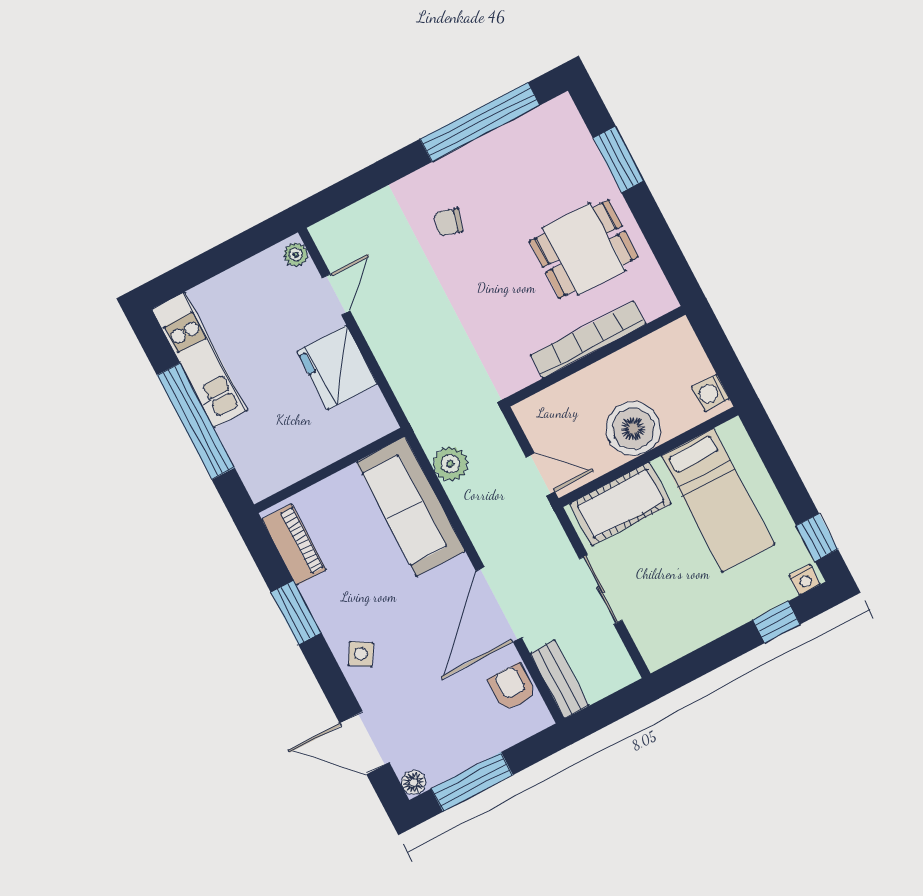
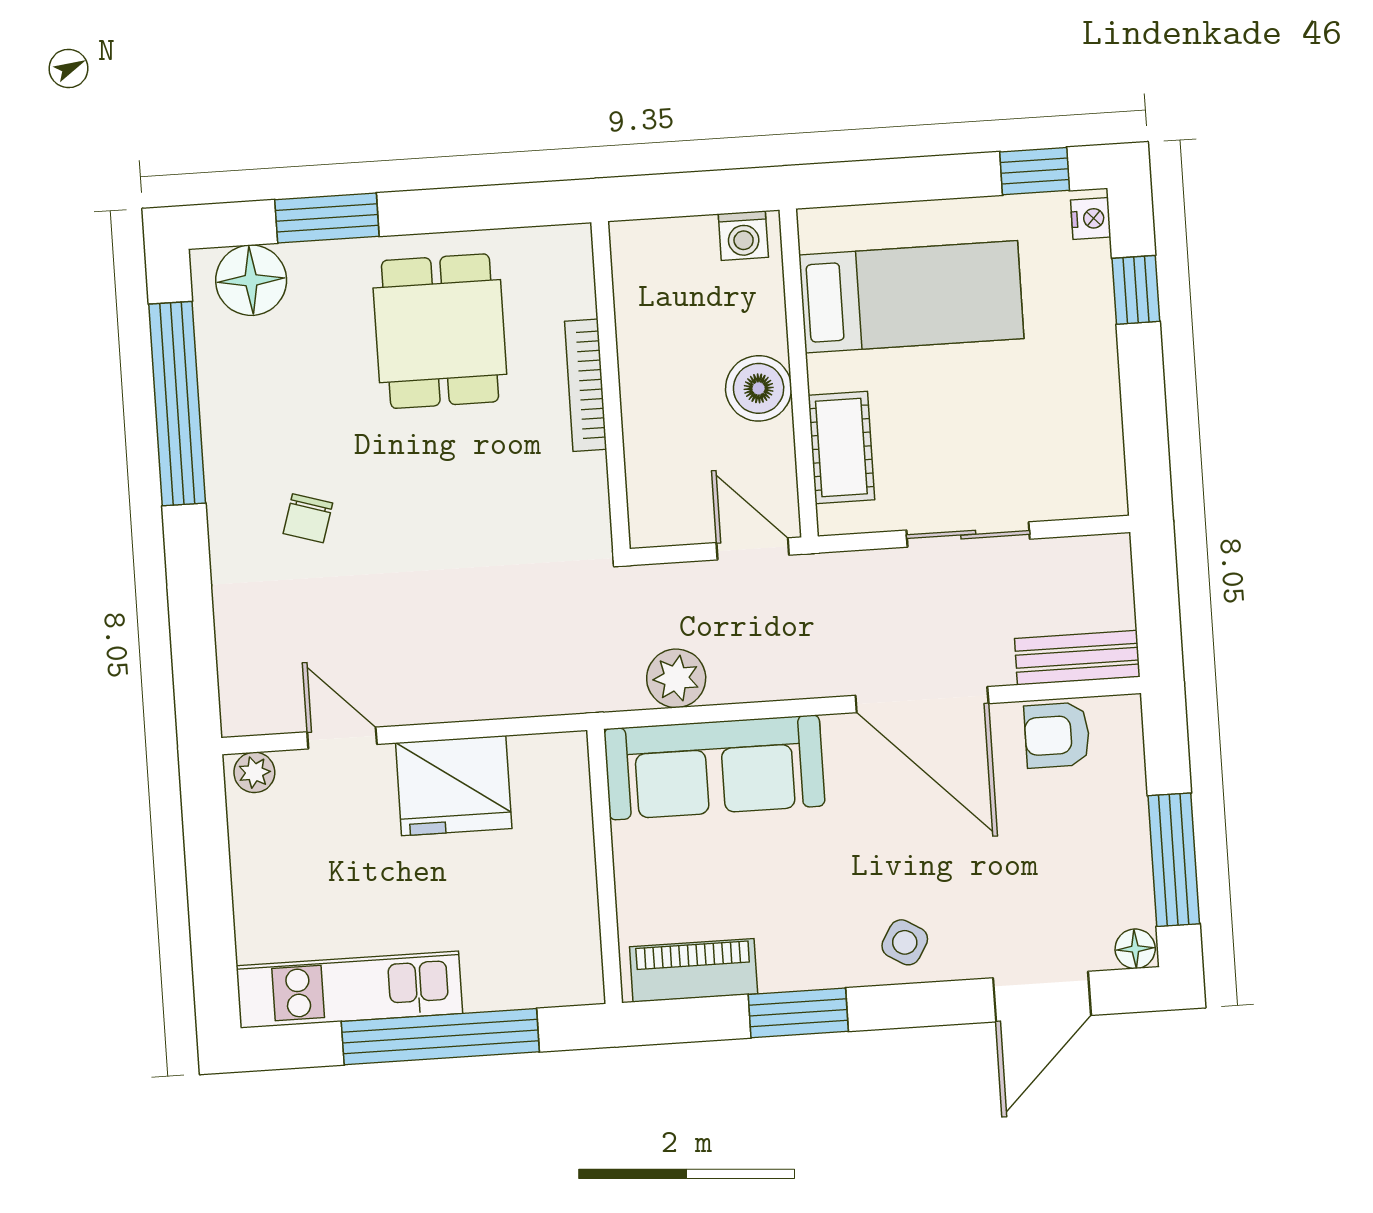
floor lamp: (566, 133) -> (251, 280), added
bookcase: (588, 340) -> (586, 385), width x0.68, depth x0.76
boiler: (633, 429) -> (759, 388), width x0.73, depth x0.73
door: (540, 474) -> (753, 549), hinge flipped
cot: (621, 504) -> (841, 448), width x0.73, depth x0.75

